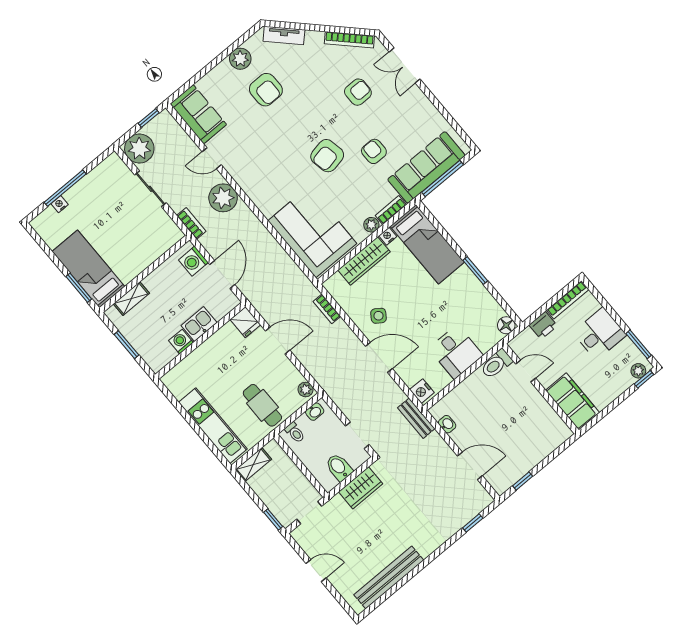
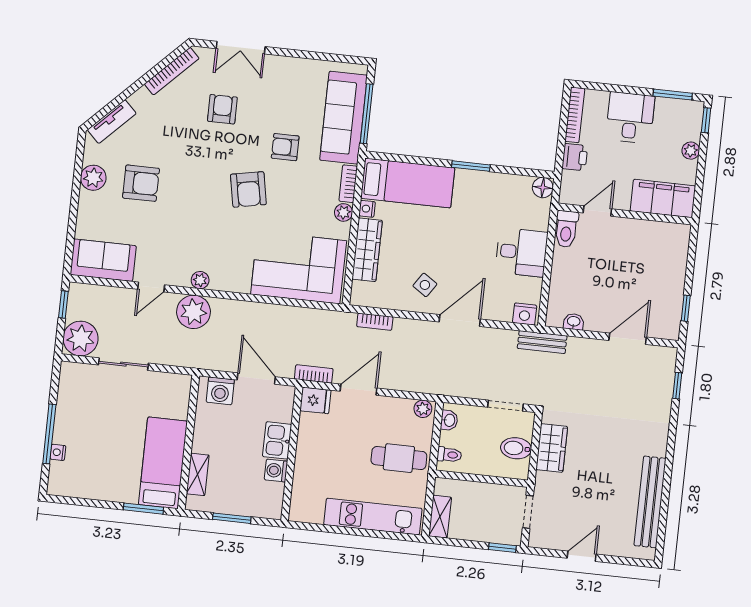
plant: (245, 183) -> (200, 280), added
bookcase: (191, 223) -> (314, 374), moved
bed: (88, 269) -> (163, 463), moved, turned 90
plant: (638, 371) -> (691, 151), moved

